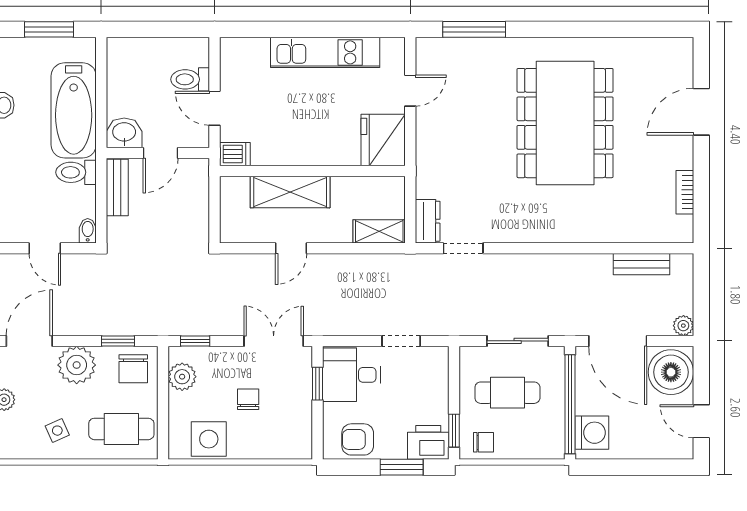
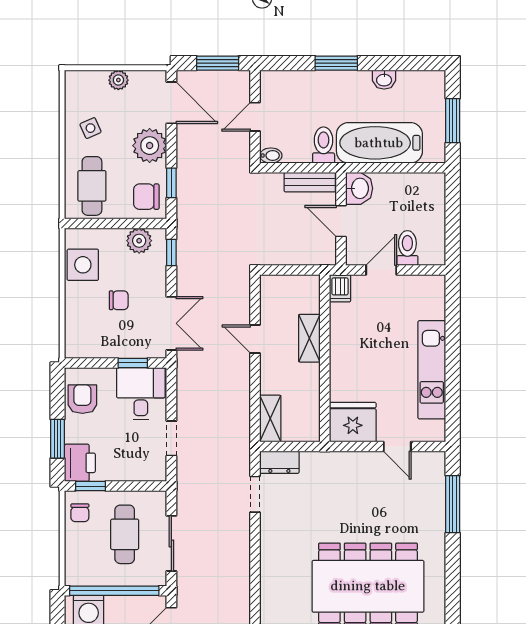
shelving: (290, 192) -> (309, 338), width x0.67, depth x0.75

